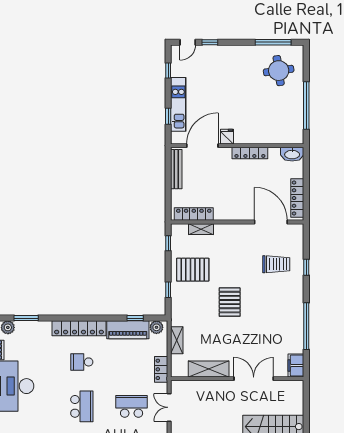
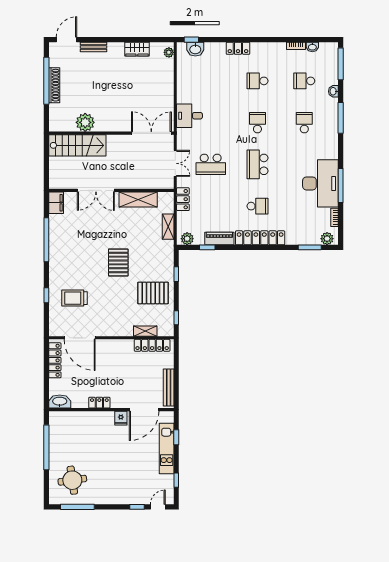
locker: (250, 153) -> (99, 403), width x0.66
piano: (128, 330) -> (219, 238), width x0.73, depth x0.75

